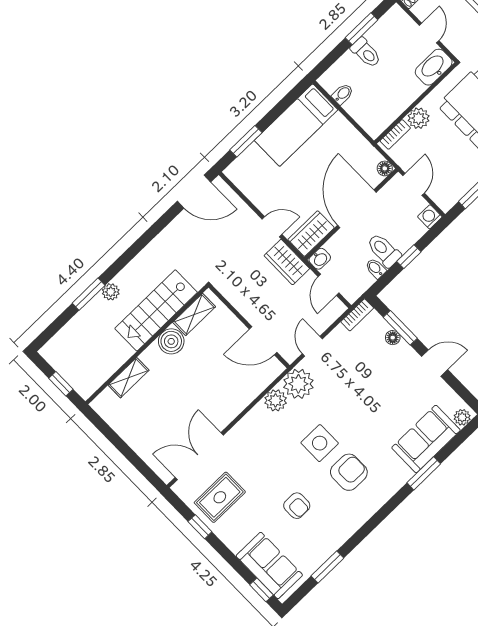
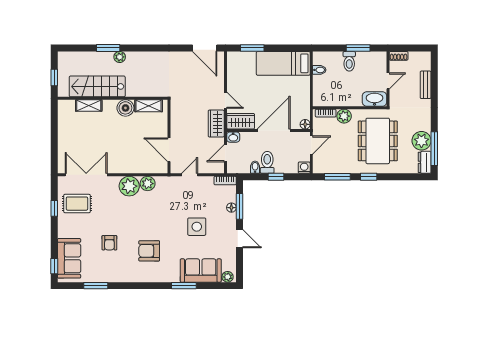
stairs: (156, 310) -> (97, 86), moved
plant: (298, 384) -> (129, 186), moved
side table: (320, 443) -> (197, 227), moved
armchair: (349, 472) -> (149, 251), turned 180

